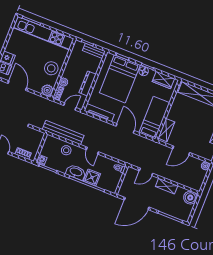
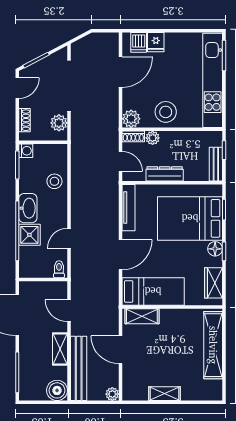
bench: (63, 133) -> (79, 368), moved
plant: (33, 134) -> (59, 123), added
door: (92, 151) -> (69, 238), moved

